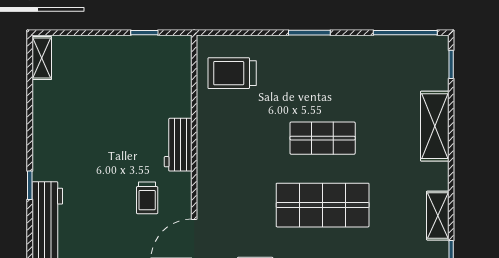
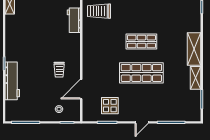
shelving: (435, 126) -> (194, 49), moved
workbench: (178, 145) -> (74, 20), moved

